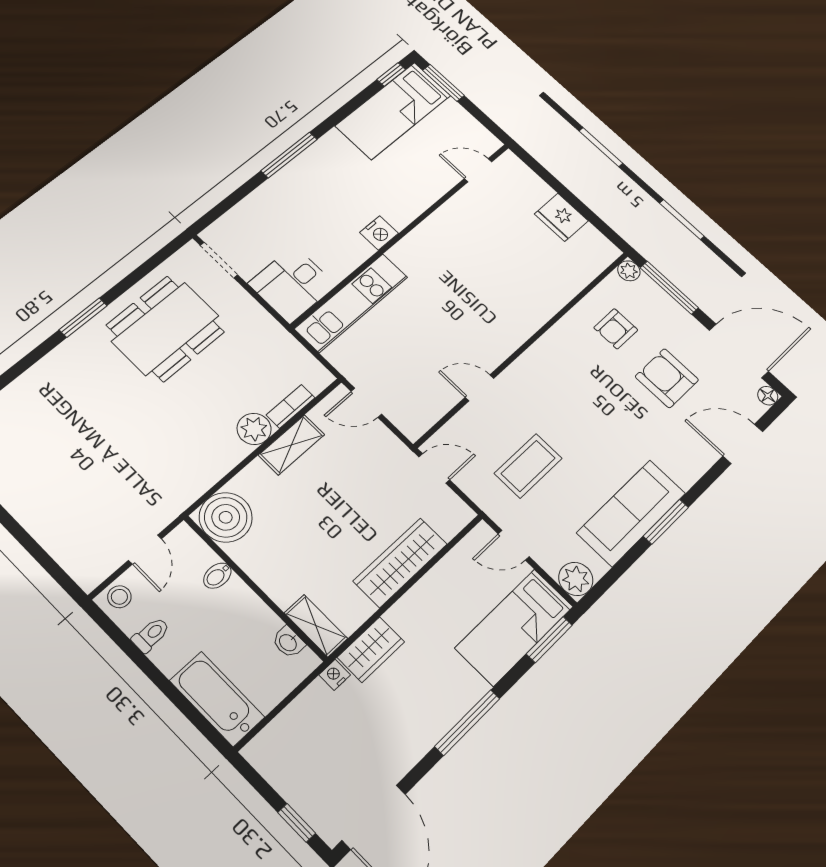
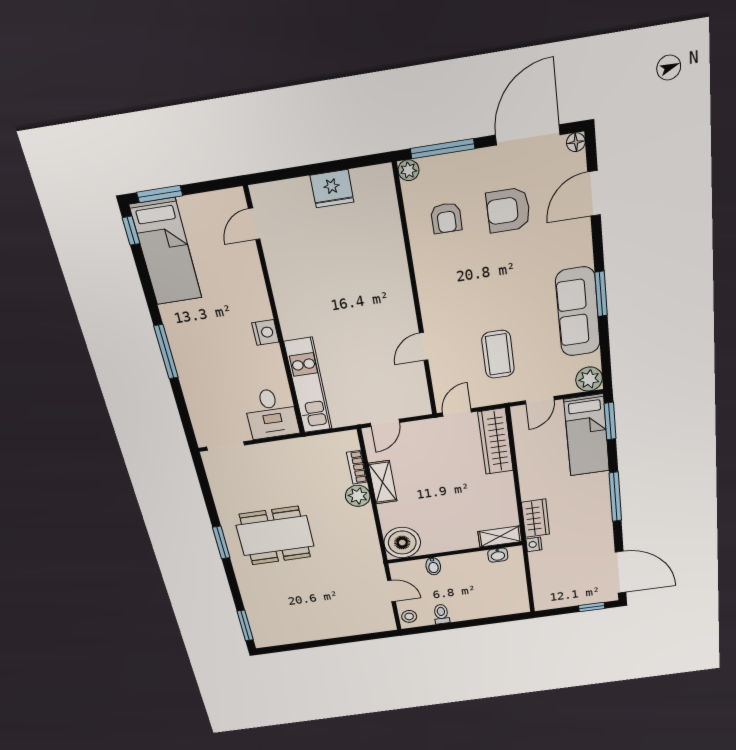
dining table: (165, 329) -> (275, 536), moved, turned 90
wardrobe: (400, 562) -> (496, 441), moved
bathtub: (217, 699) -> (500, 605), removed

